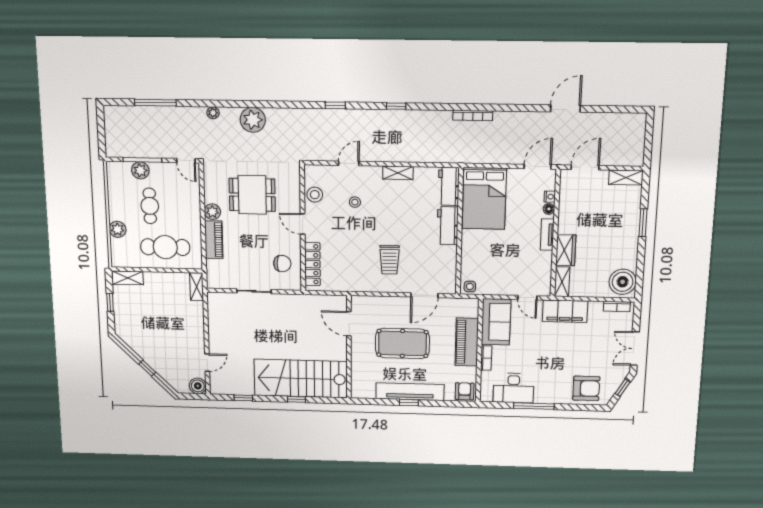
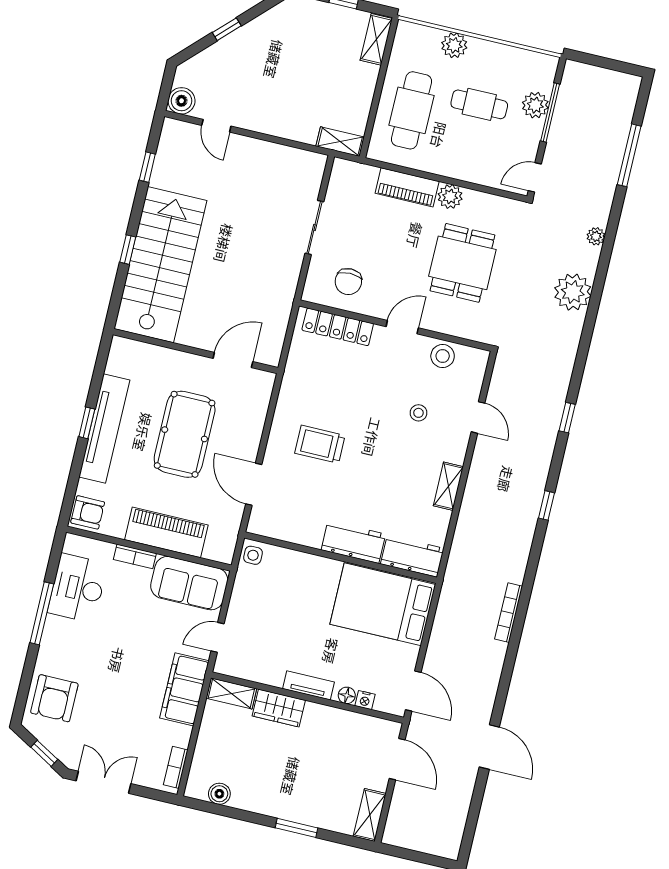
boiler: (623, 282) -> (219, 794), width x0.54, depth x0.54

